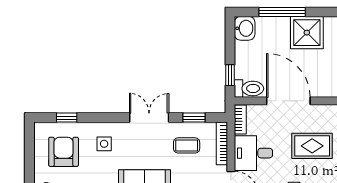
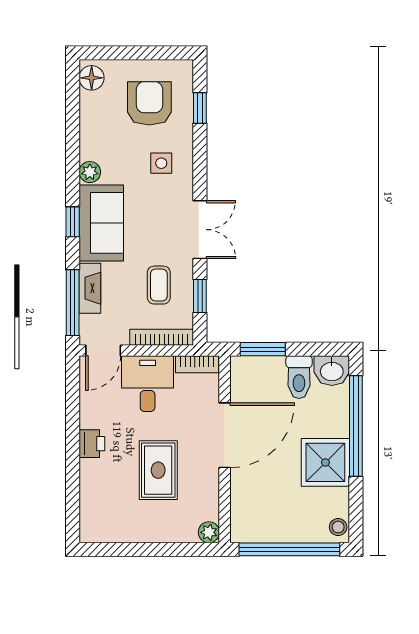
window: (282, 12) -> (356, 426), width x1.46
window: (230, 75) -> (263, 349), width x1.50
toilet: (249, 88) -> (299, 377), moved
armchair: (64, 152) -> (149, 103), turned -90

